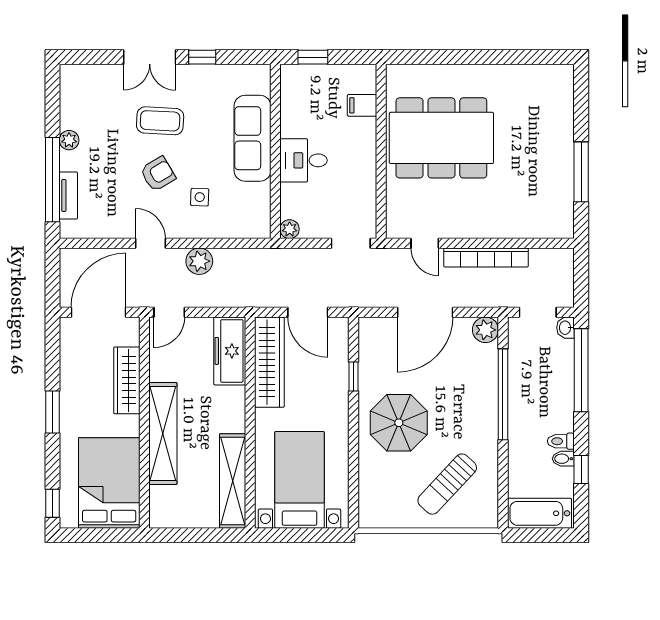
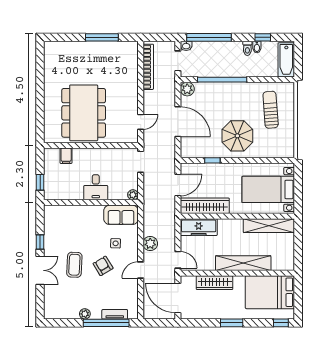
sofa: (252, 138) -> (121, 215), moved, width x0.73
bookcase: (486, 257) -> (148, 67), moved
sun lounger: (447, 484) -> (271, 110), turned -137

